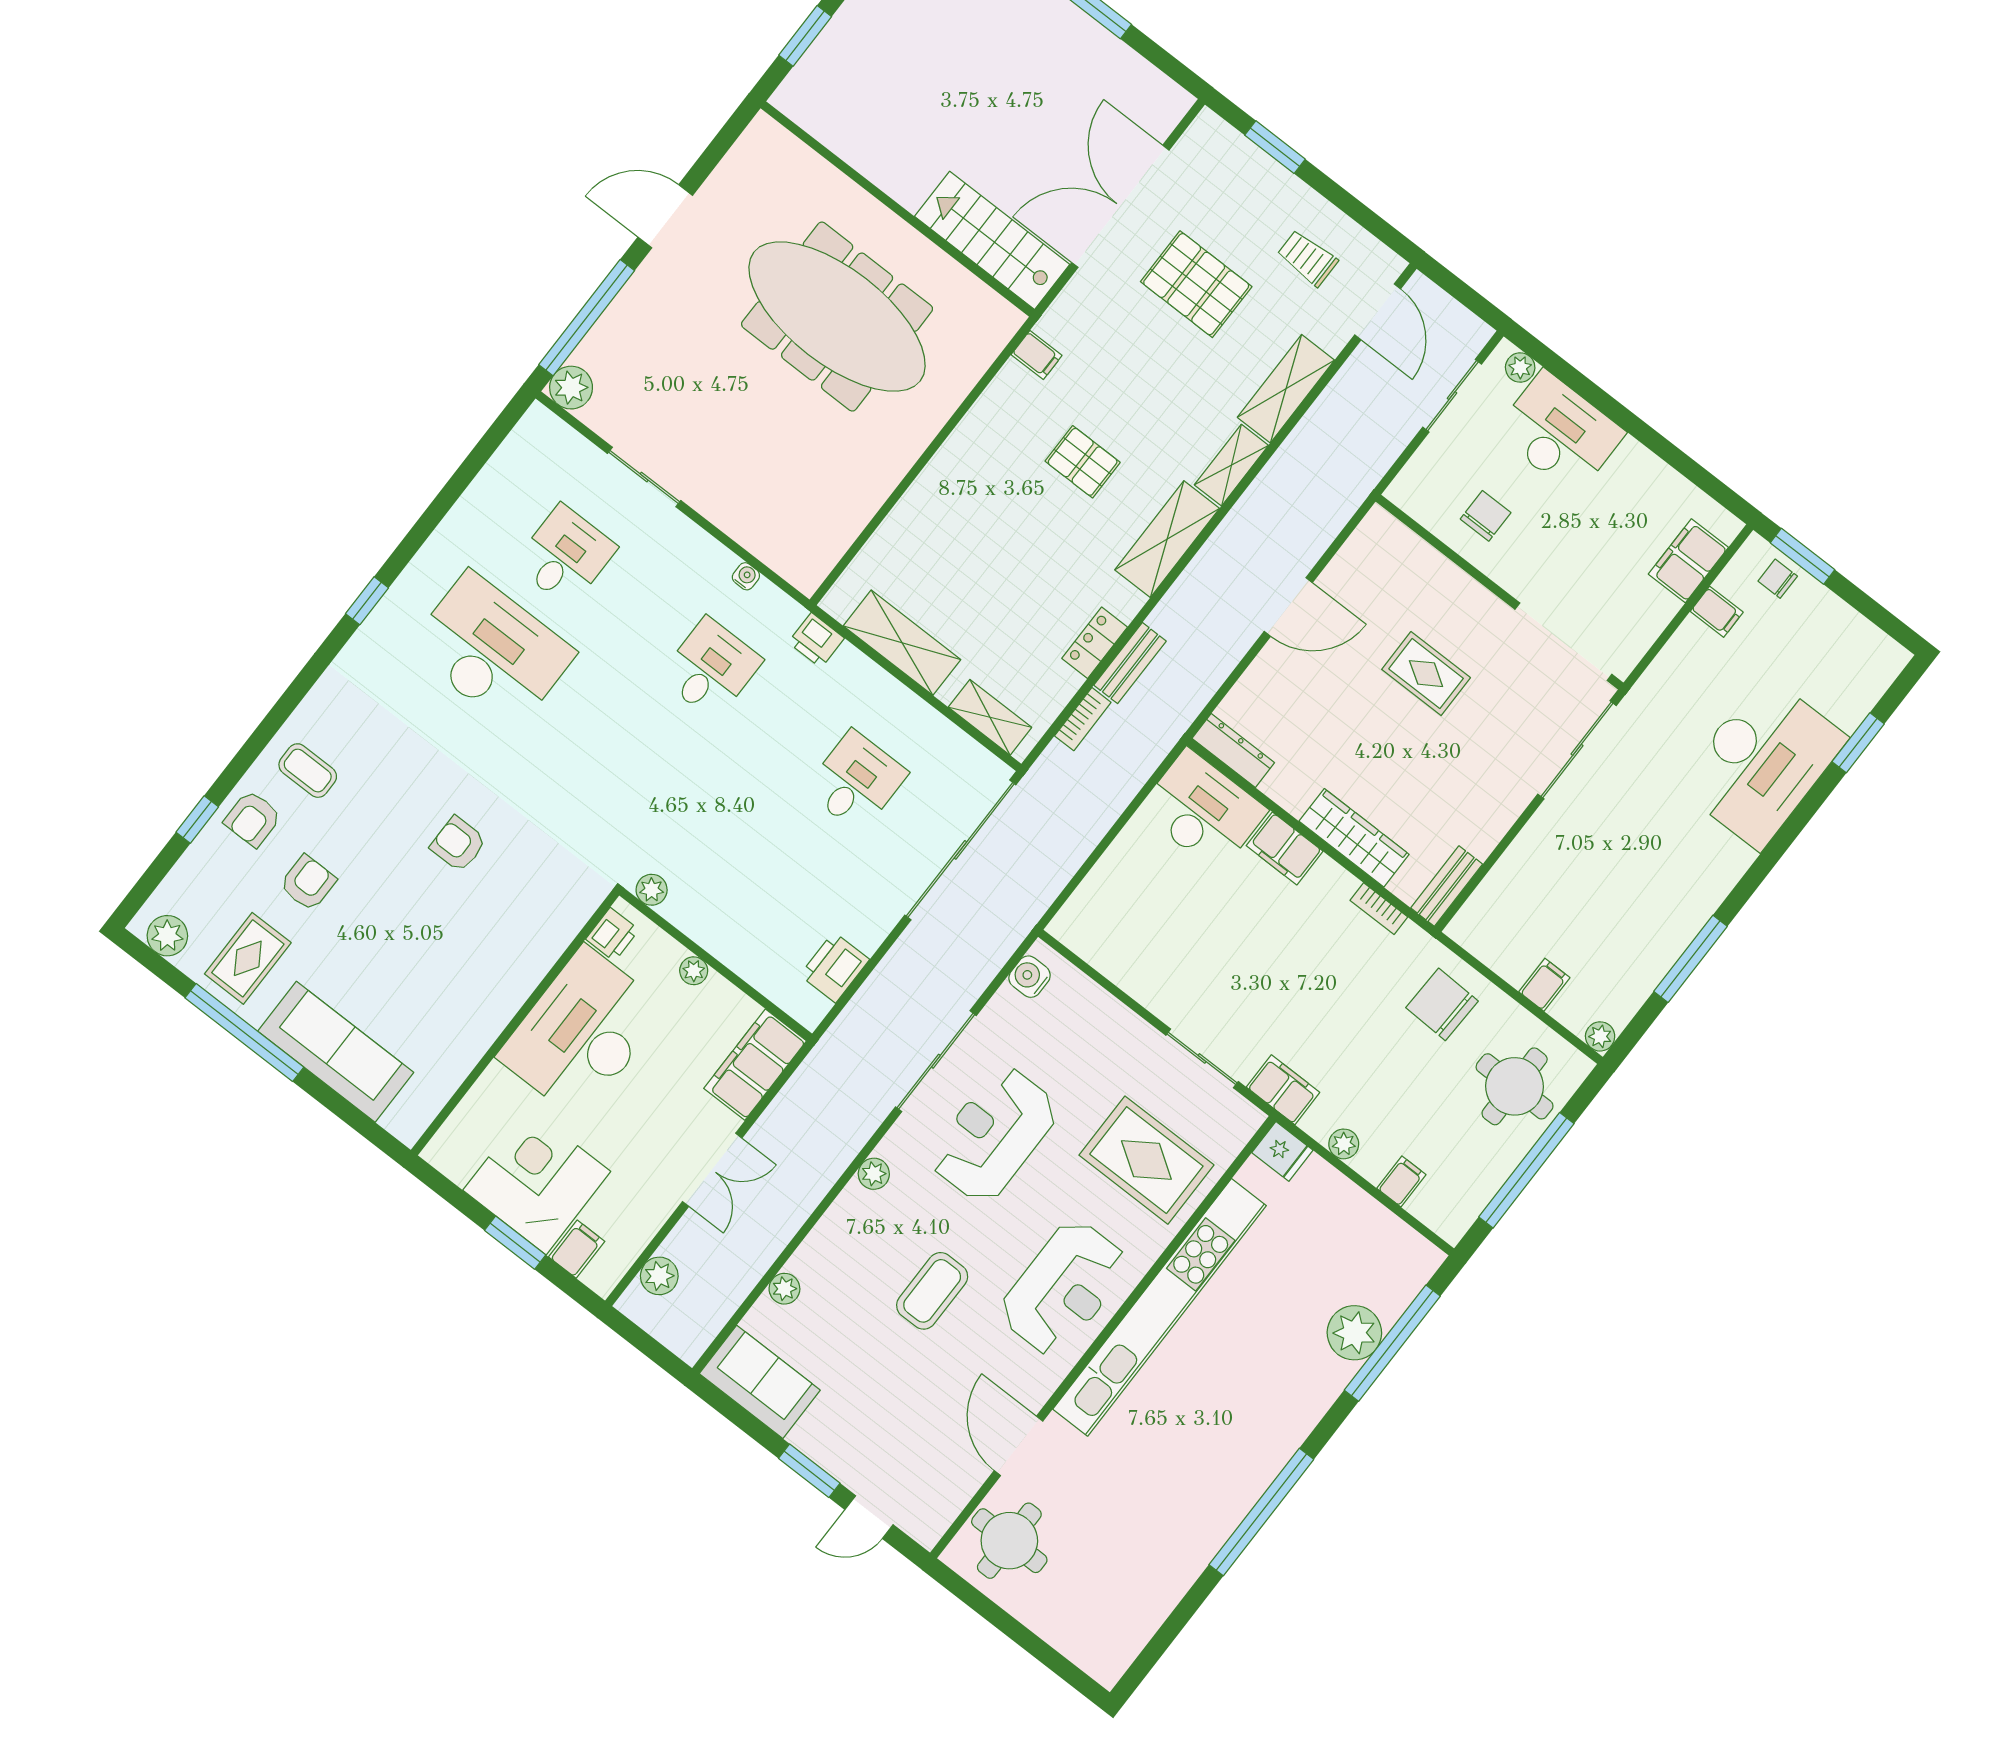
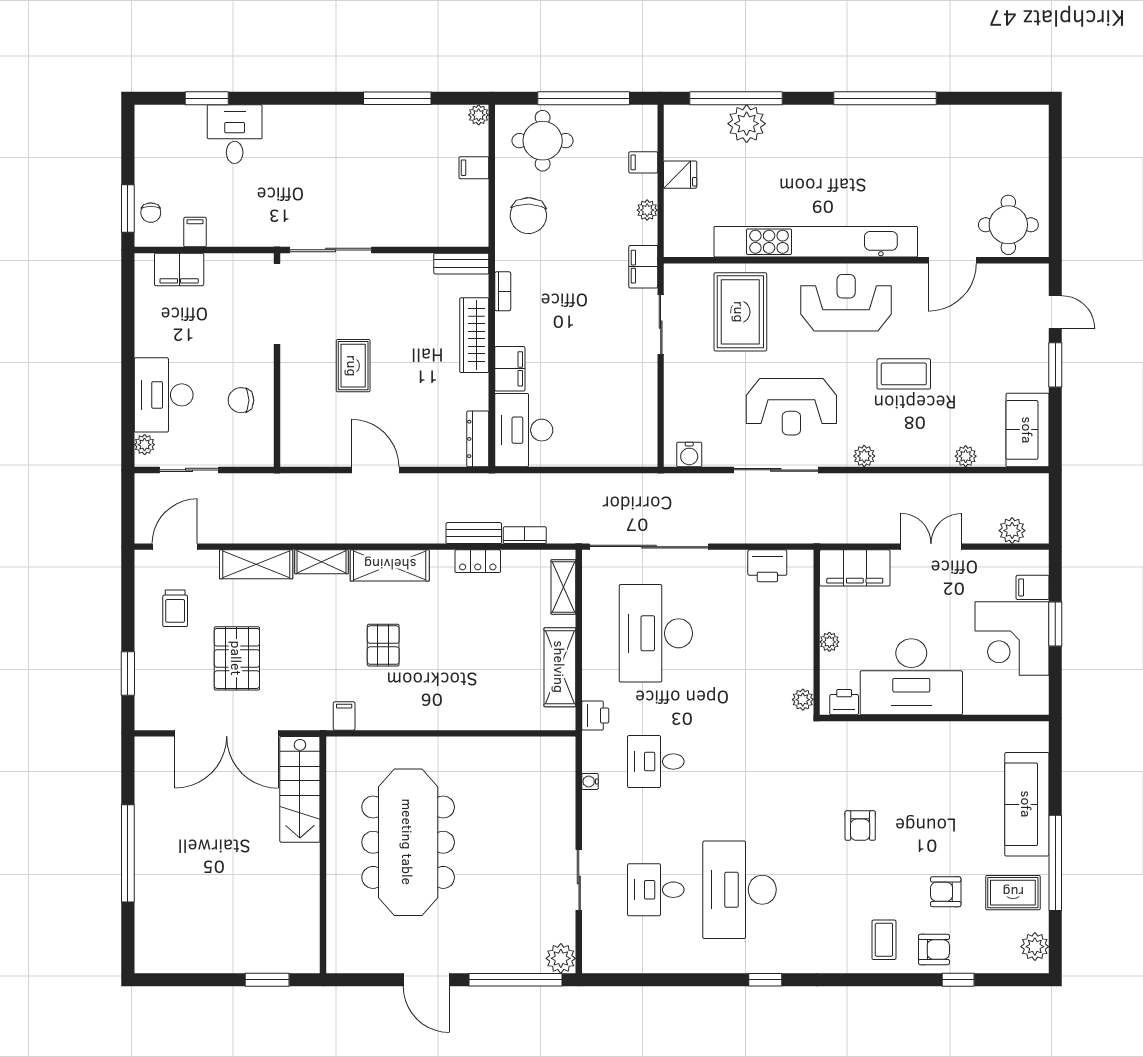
desk: (1762, 762) -> (235, 134), width x0.53, depth x0.77
desk: (856, 781) -> (656, 633), width x1.87, depth x1.30
fridge: (1282, 1151) -> (680, 175), moved, turned 90

